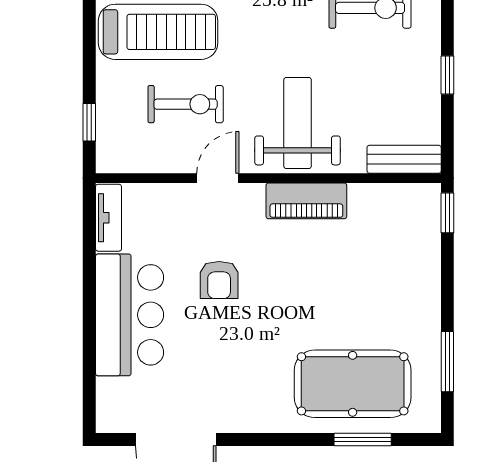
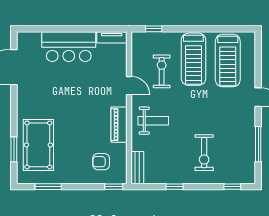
exercise bike: (186, 104) -> (162, 71), turned 180
weight bench: (298, 123) -> (153, 121), width x0.73, depth x0.75
armchair: (219, 280) -> (101, 162), moved

